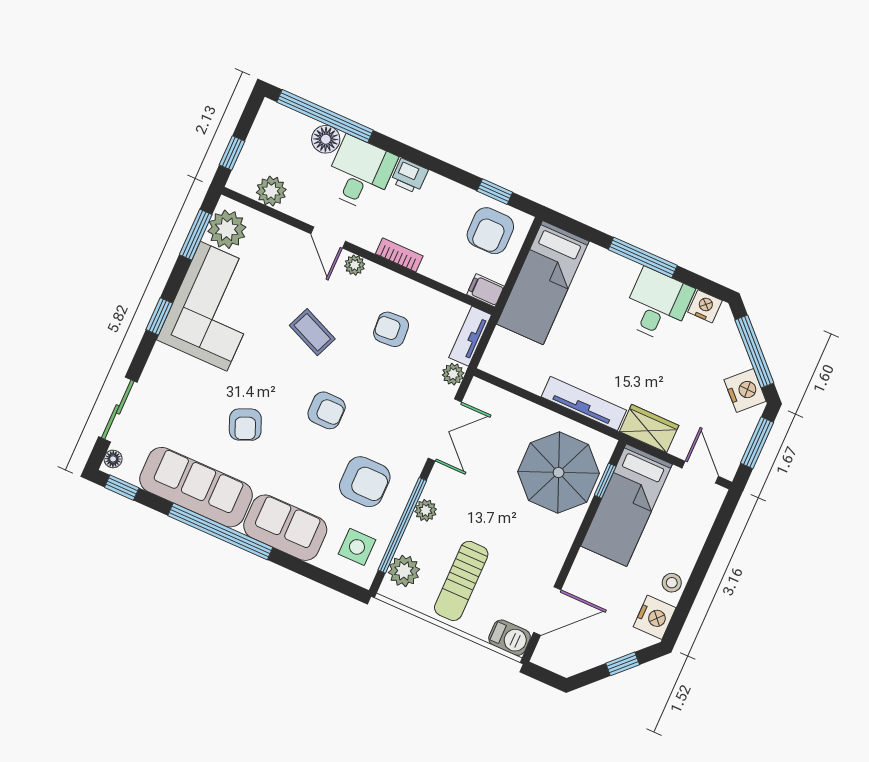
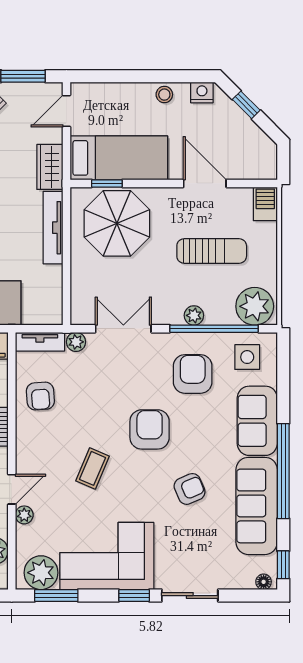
plant: (355, 265) -> (24, 515), moved
armchair: (391, 329) -> (40, 396), moved
sliding door: (118, 409) -> (190, 596), moved
armchair: (327, 410) -> (150, 429), width x1.38, depth x1.38
plant: (404, 571) -> (255, 306), width x1.36, depth x1.36
sun lounger: (461, 581) -> (212, 251), moved
door: (547, 611) -> (205, 183), moved
nightstand: (655, 617) -> (202, 92), width x0.74, depth x0.75

